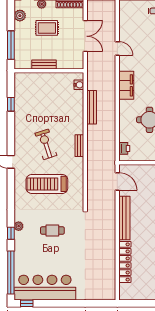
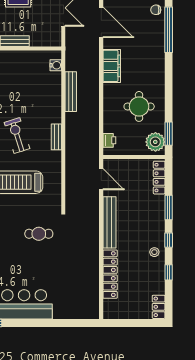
door: (117, 48) -> (101, 22), width x1.87
cafe table: (52, 230) -> (39, 234), moved

